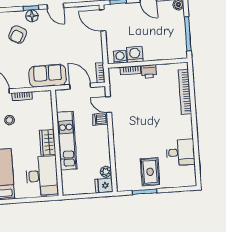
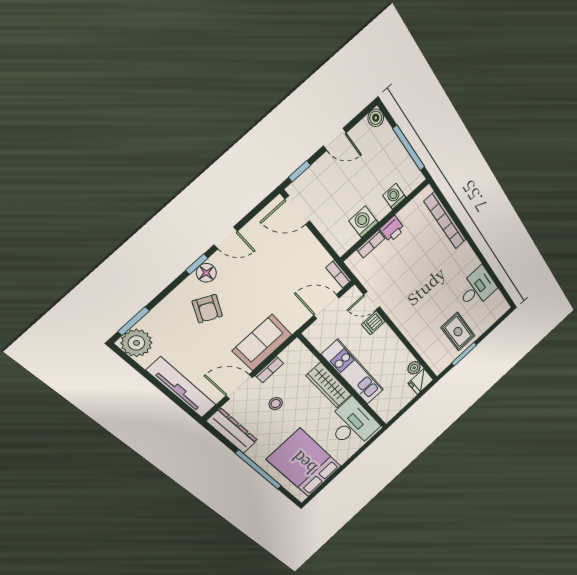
washing machine: (120, 57) -> (394, 196), moved
sofa: (48, 76) -> (262, 343), moved
wardrobe: (48, 142) -> (329, 385), width x1.50

